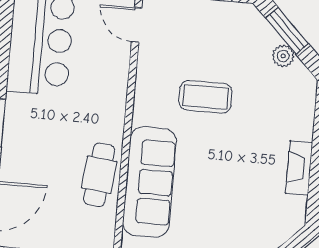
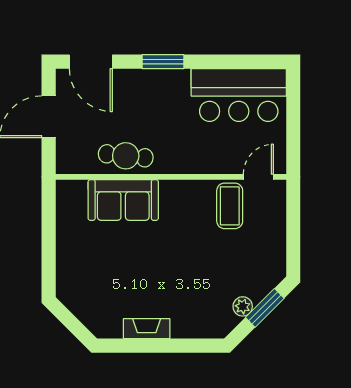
coffee table: (206, 97) -> (230, 206), moved
sofa: (149, 182) -> (123, 200), width x0.73

